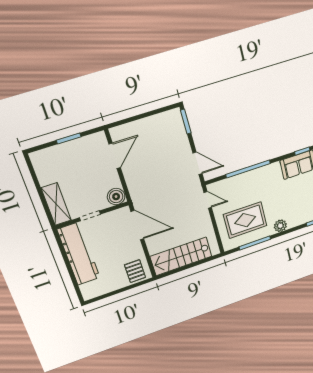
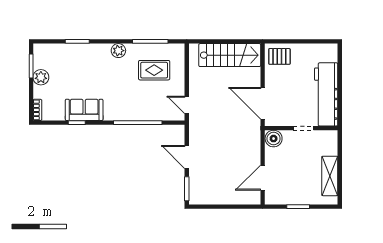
door: (197, 163) -> (187, 157), moved
shelving: (56, 204) -> (330, 176), moved
rug: (245, 220) -> (154, 70), width x0.73, depth x0.70
pallet: (135, 271) -> (279, 56), turned 90

